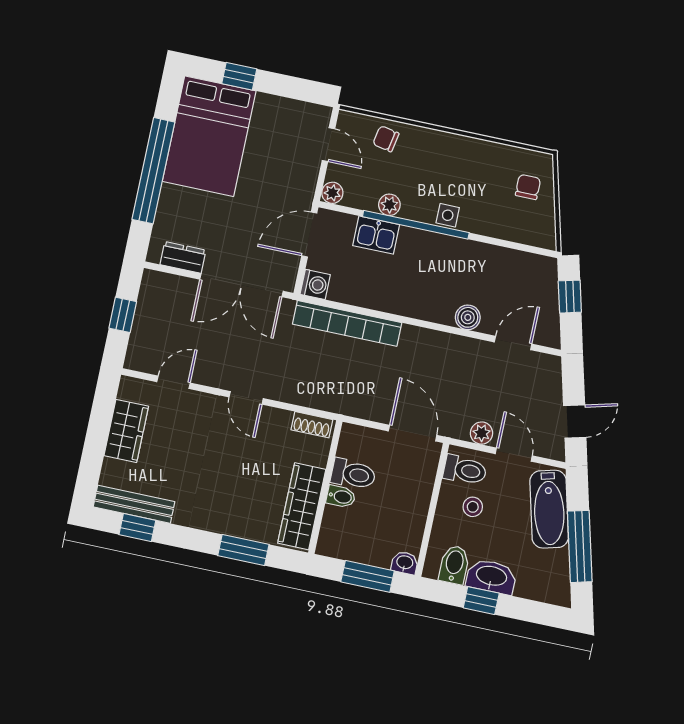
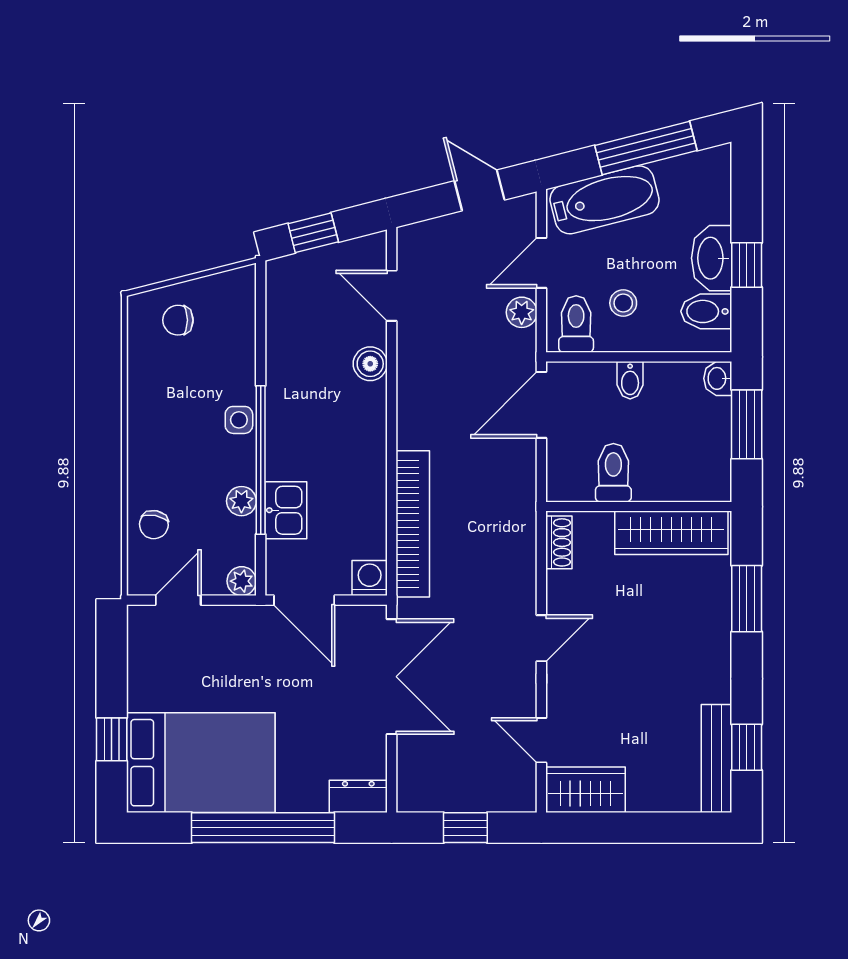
dresser: (183, 257) -> (358, 796), moved, turned 90
wardrobe: (126, 431) -> (585, 790), moved
bidet: (341, 497) -> (630, 380), moved, turned 180

